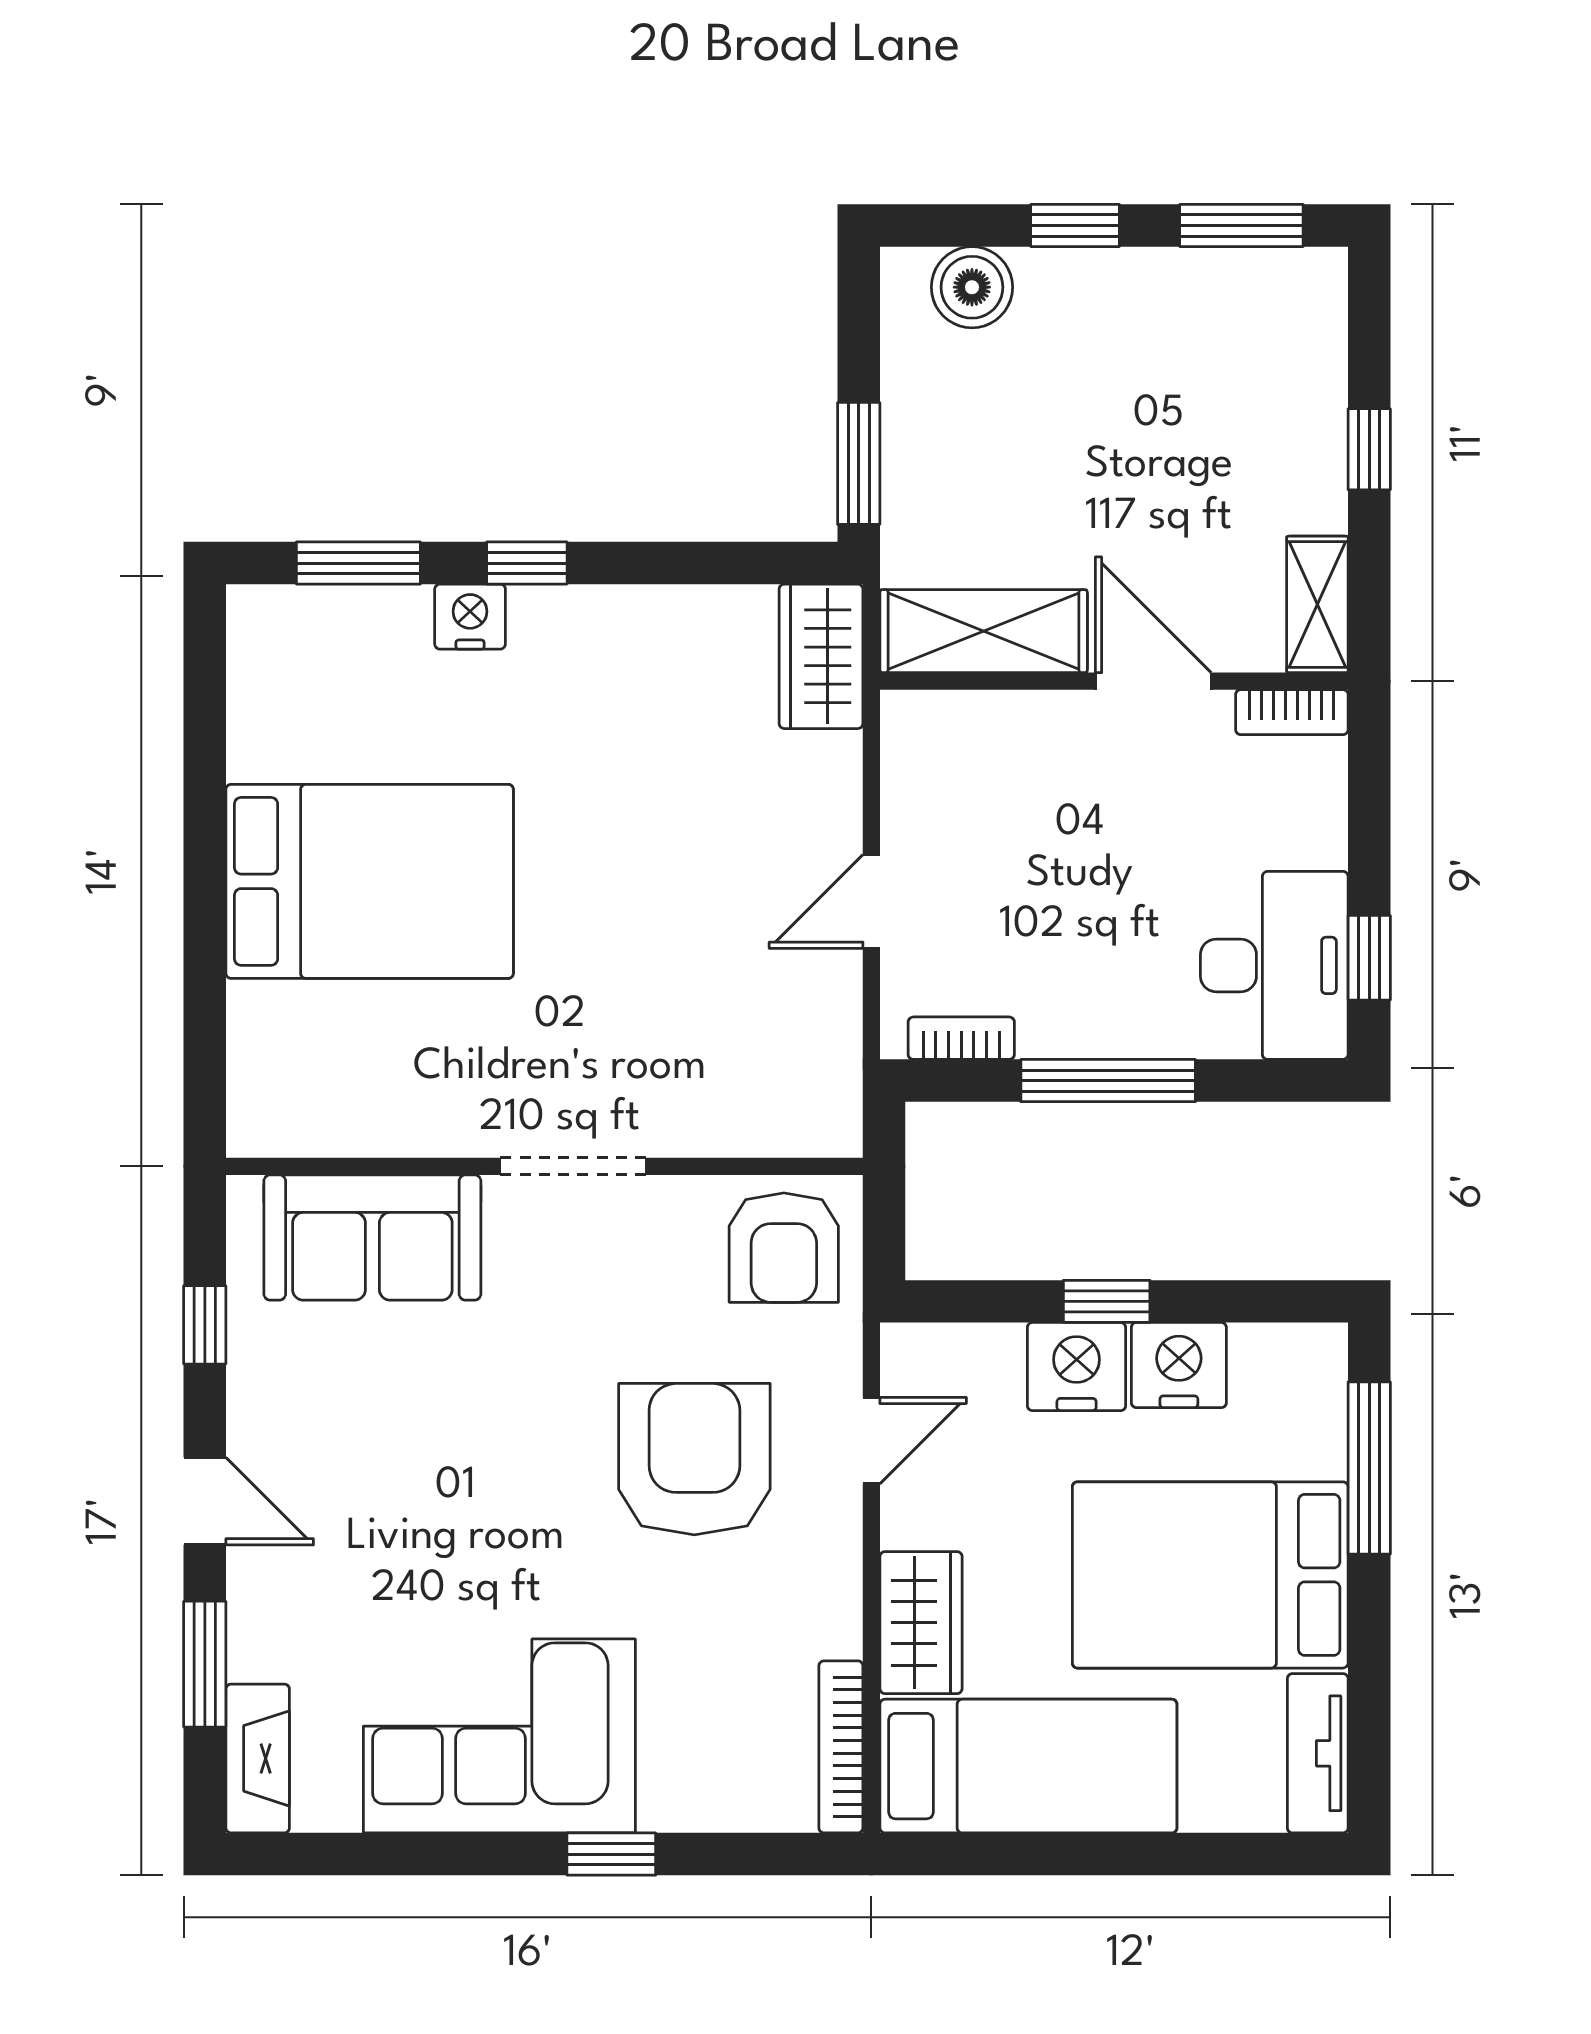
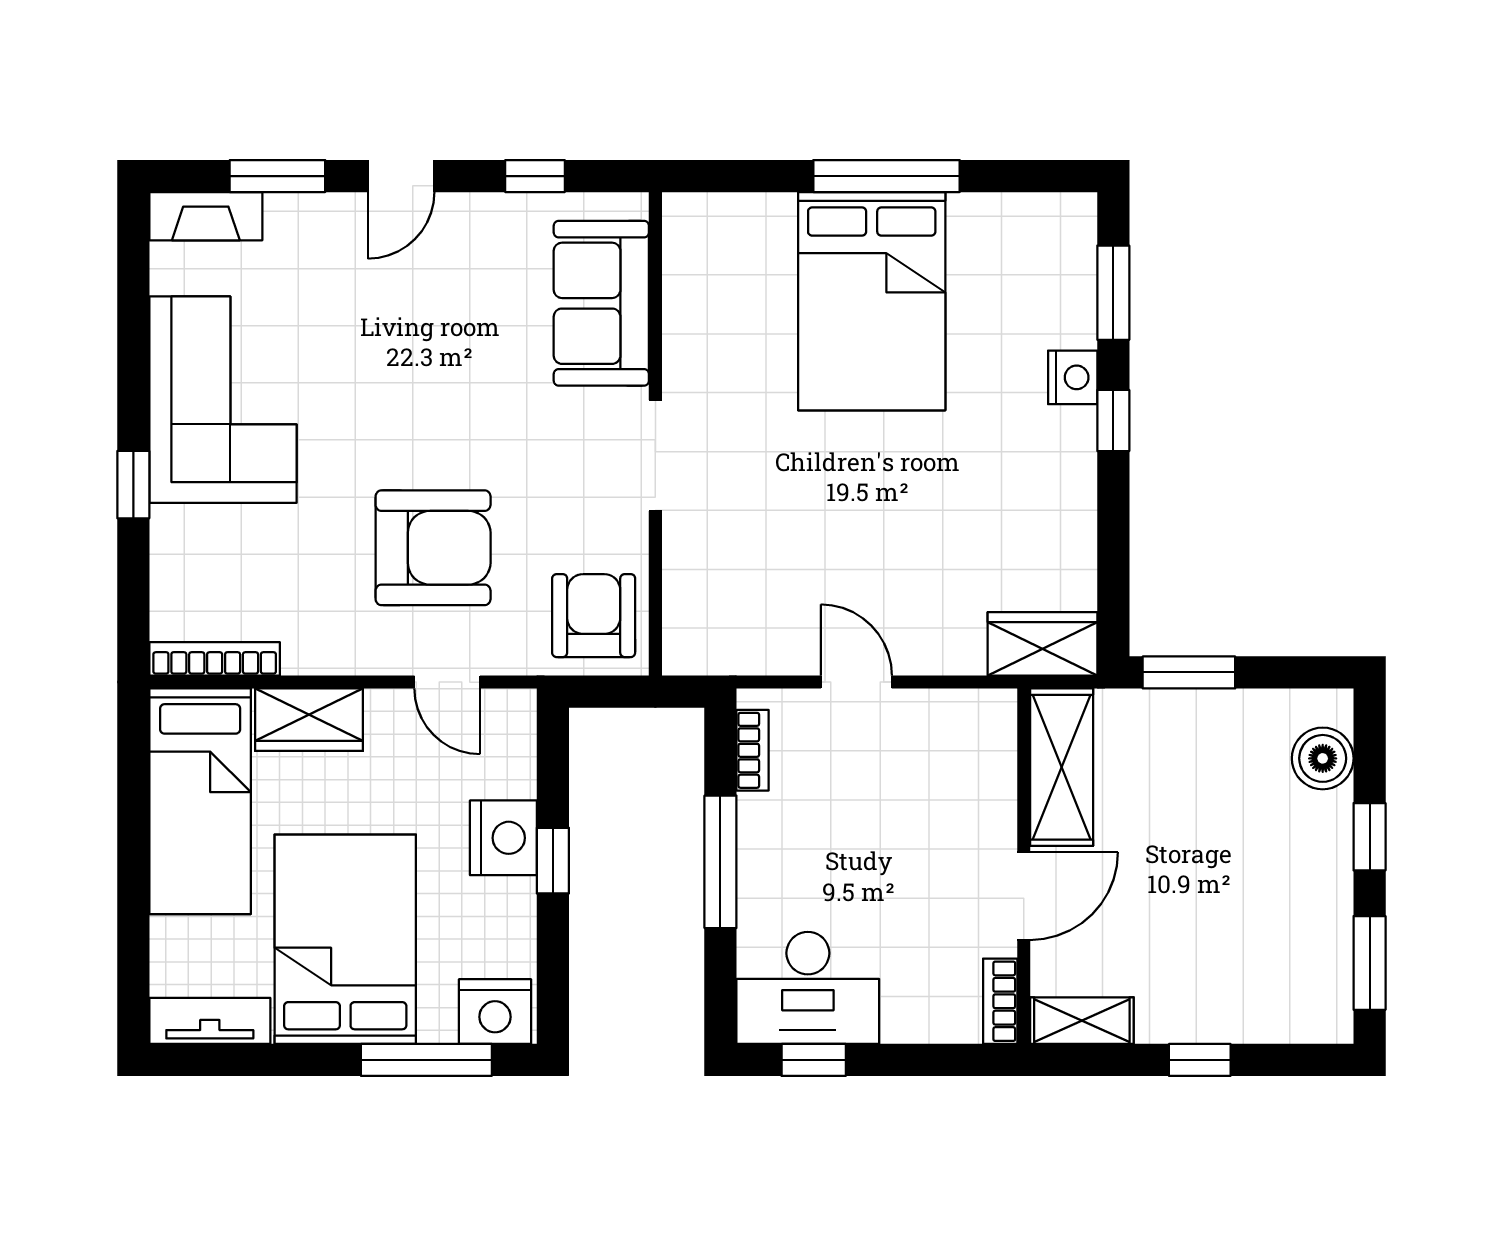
window: (205, 862) -> (886, 176), added
armchair: (784, 1248) -> (594, 616), turned 90
nightstand: (1179, 1365) -> (495, 1012), moved, turned 90

